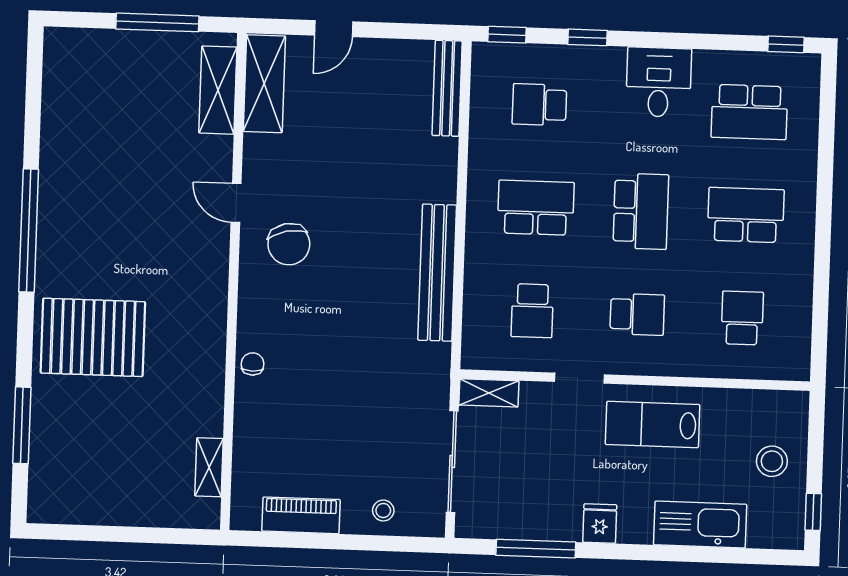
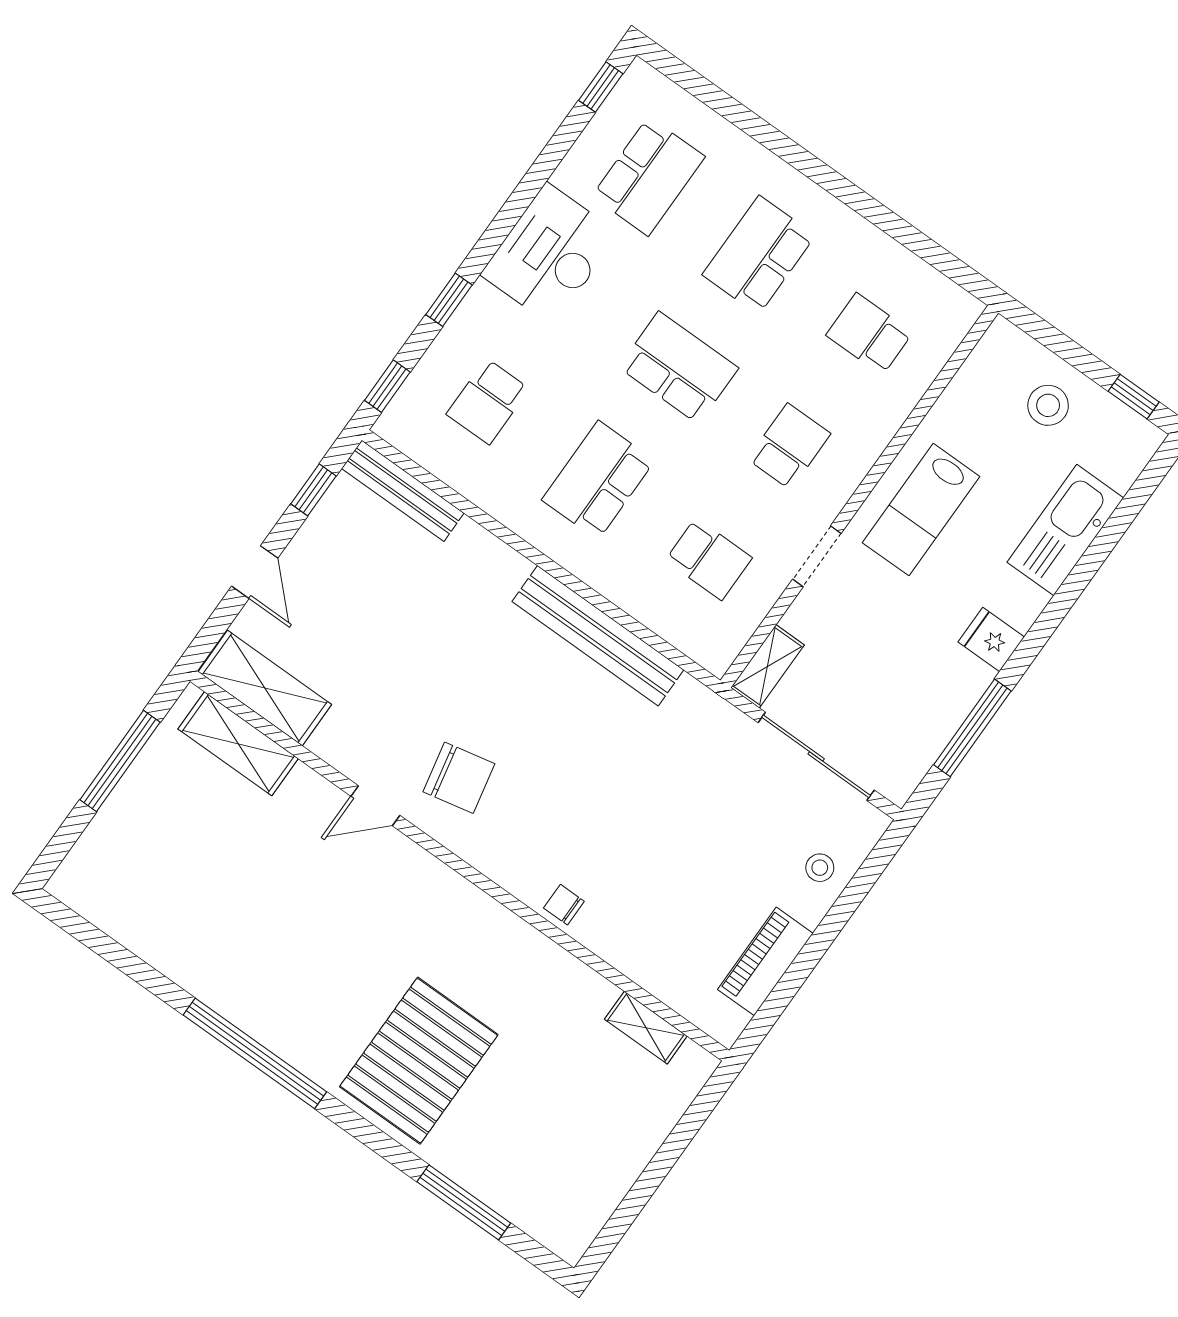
window: (410, 31) -> (313, 490), added
desk: (659, 82) -> (550, 254), width x1.37

